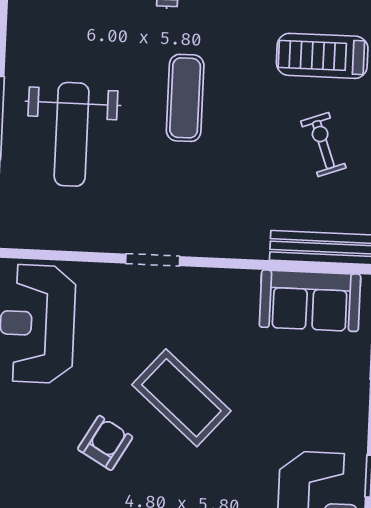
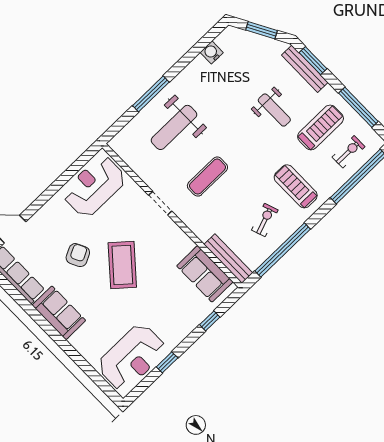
exercise mat: (185, 98) -> (207, 177), moved
armchair: (105, 443) -> (78, 255), turned -56

